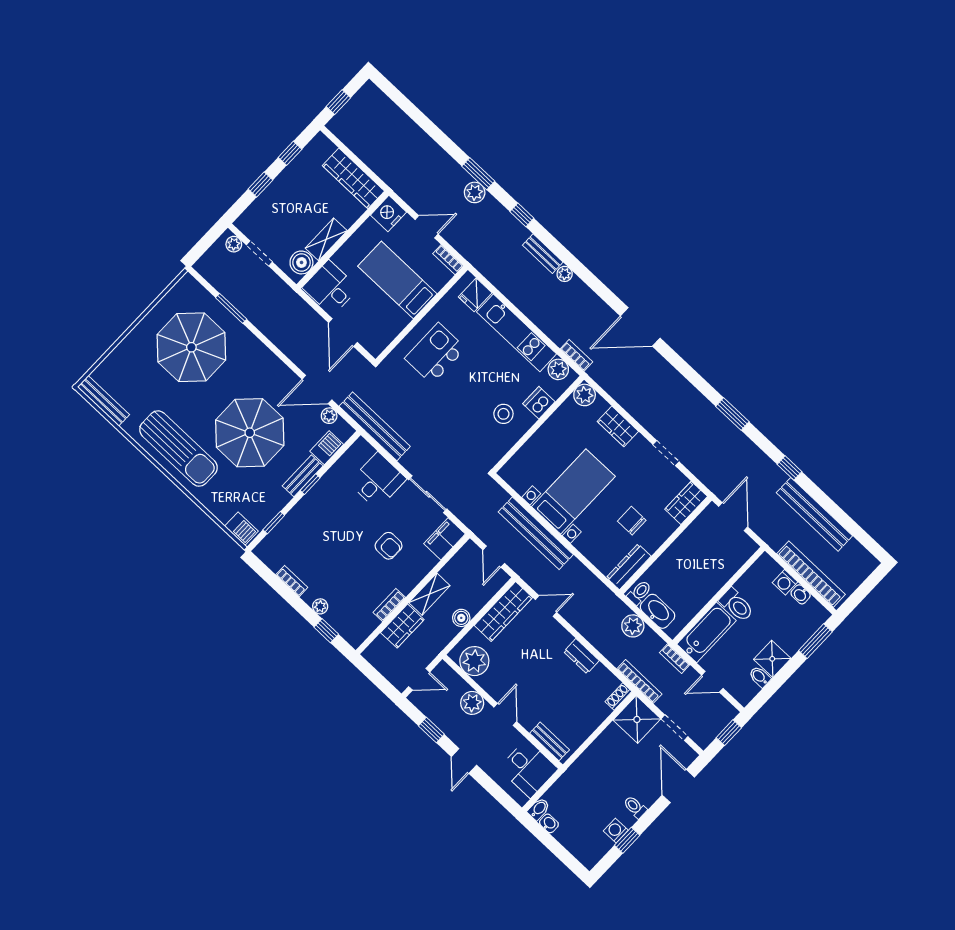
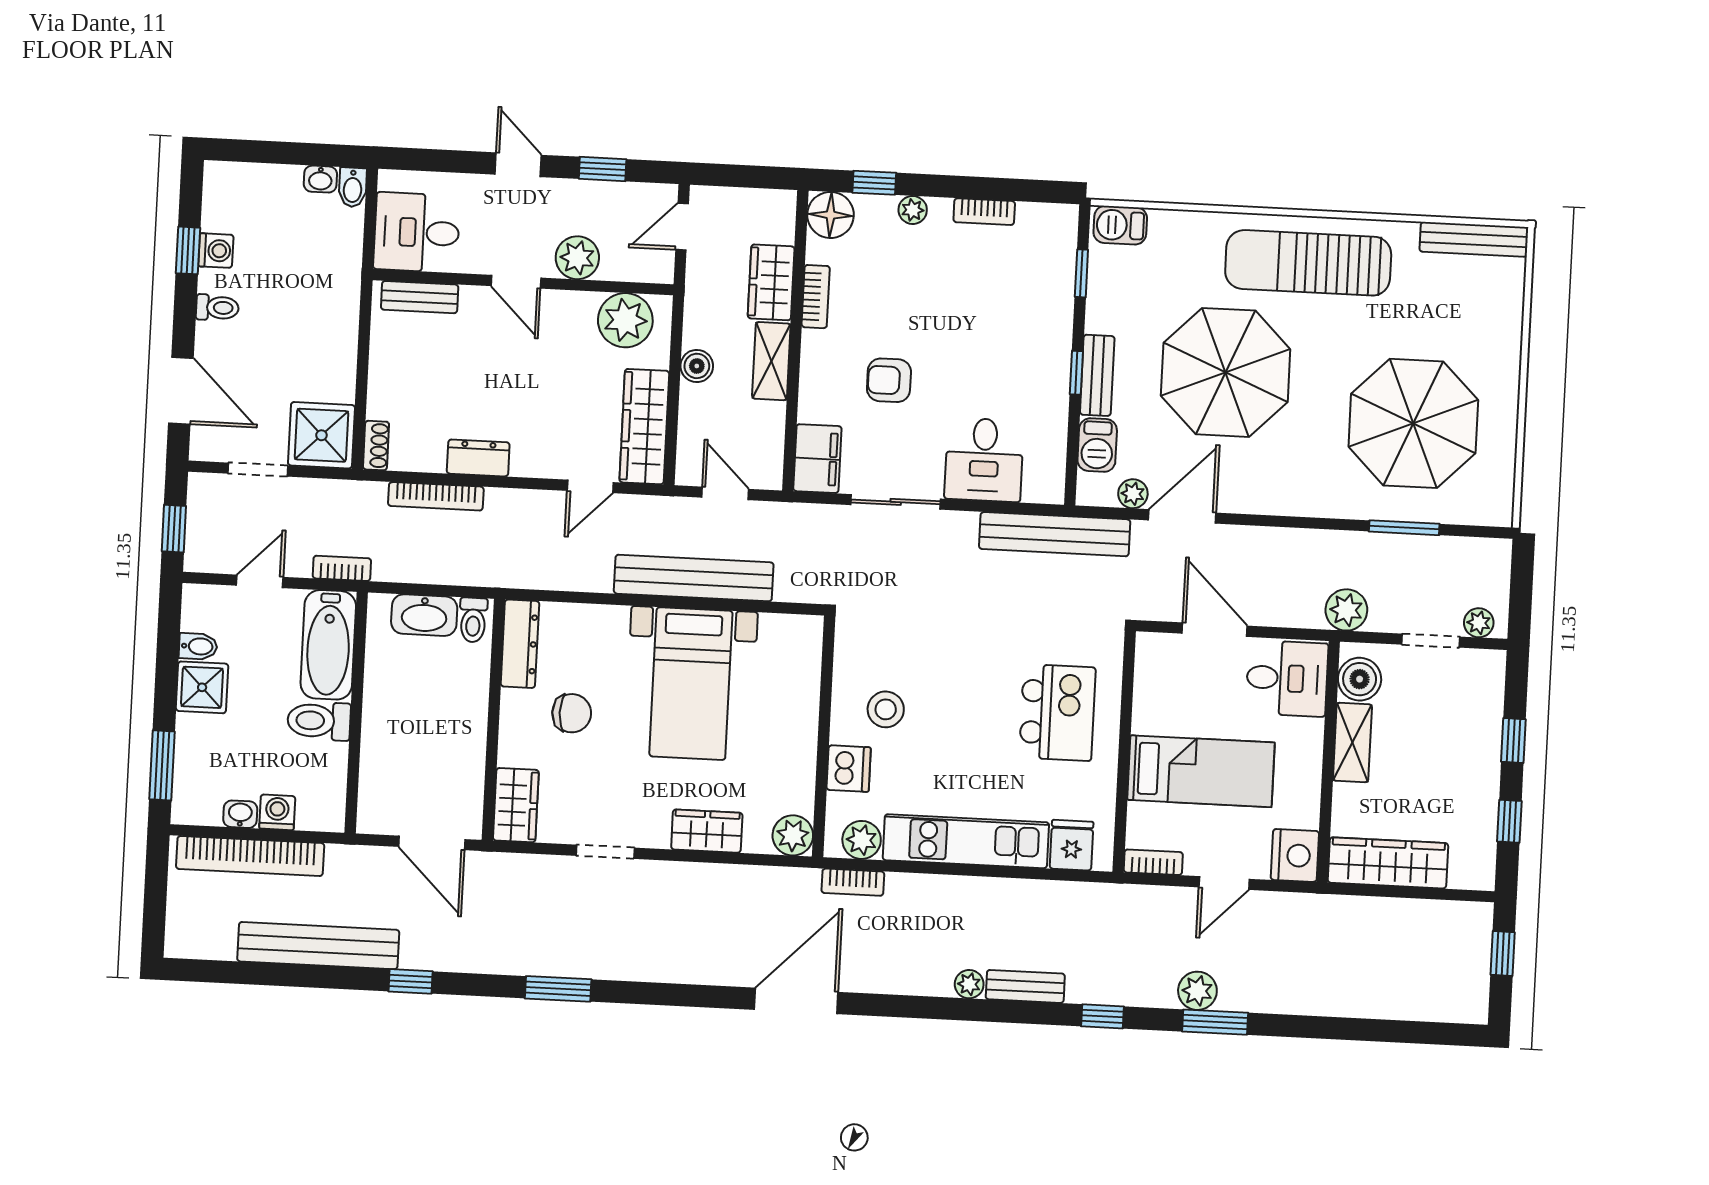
plant: (633, 626) -> (1346, 610), moved
floor lamp: (355, 633) -> (830, 215), added
bookcase: (639, 681) -> (436, 496), moved

